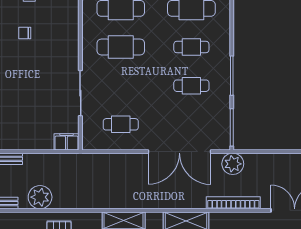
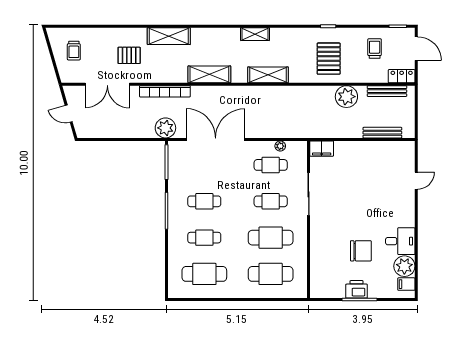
chair: (25, 33) -> (361, 251), width x1.87, depth x1.87
cafe table: (121, 86) -> (271, 201), added
plant: (111, 145) -> (280, 146), added

